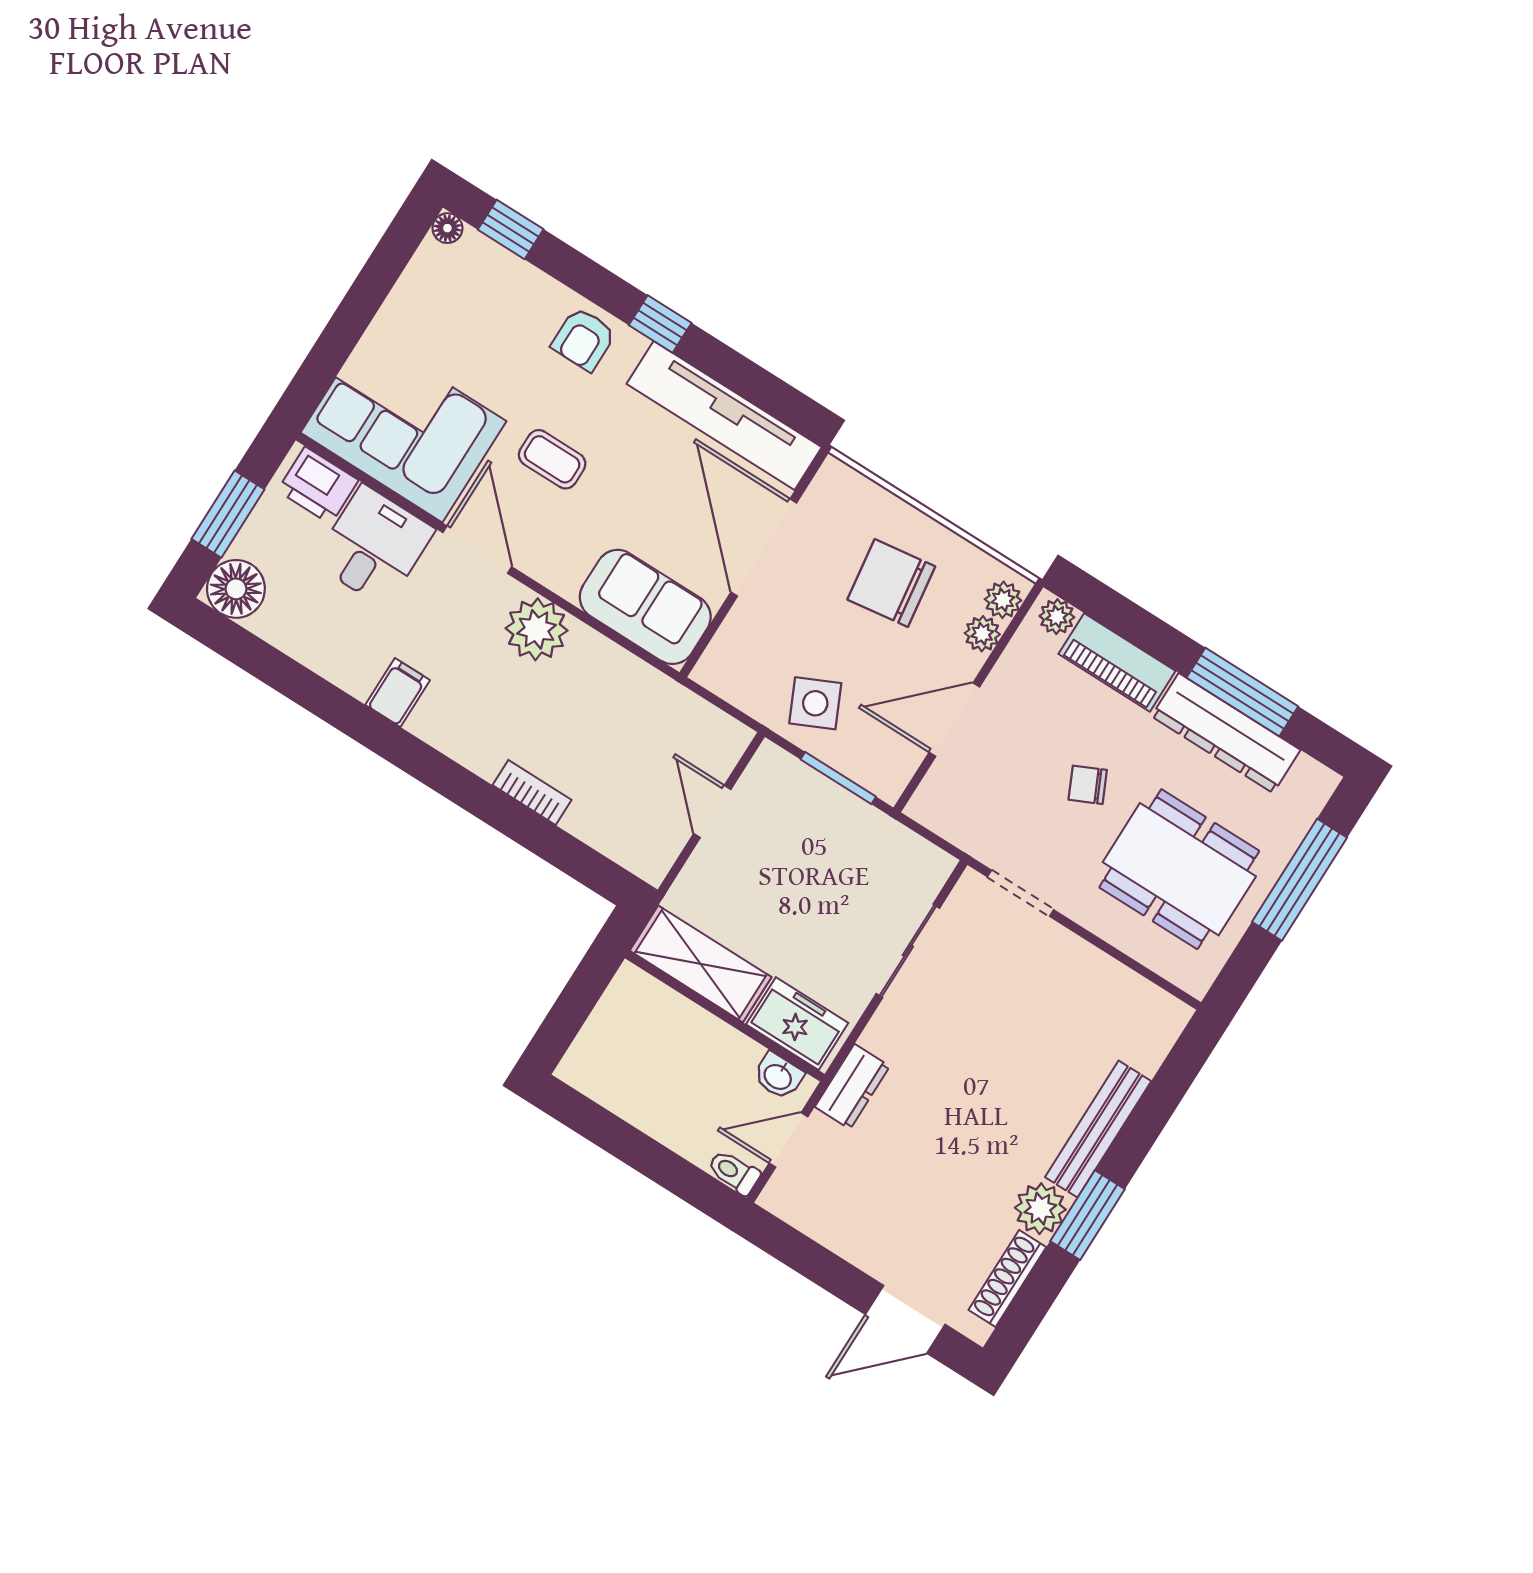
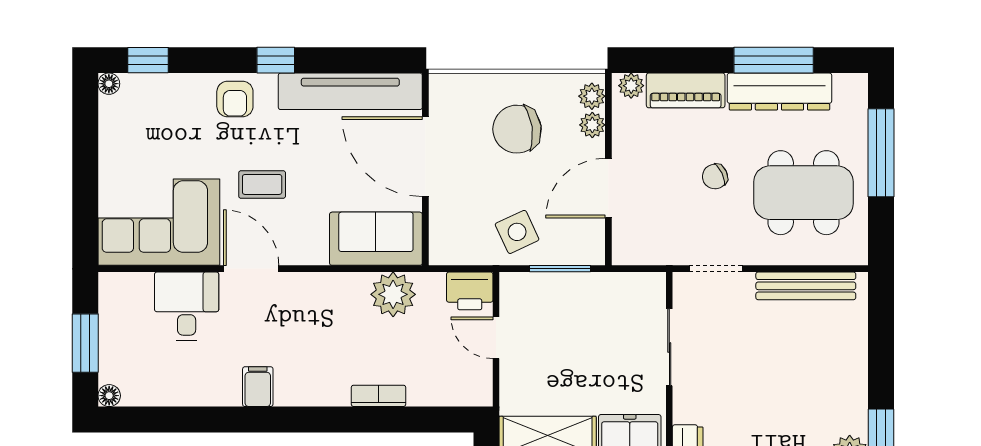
printer: (318, 485) -> (470, 291), moved
floor lamp: (236, 589) -> (109, 396), width x0.53, depth x0.53
plant: (537, 629) -> (393, 294), moved
bench: (1098, 1129) -> (806, 286), moved, turned 90

